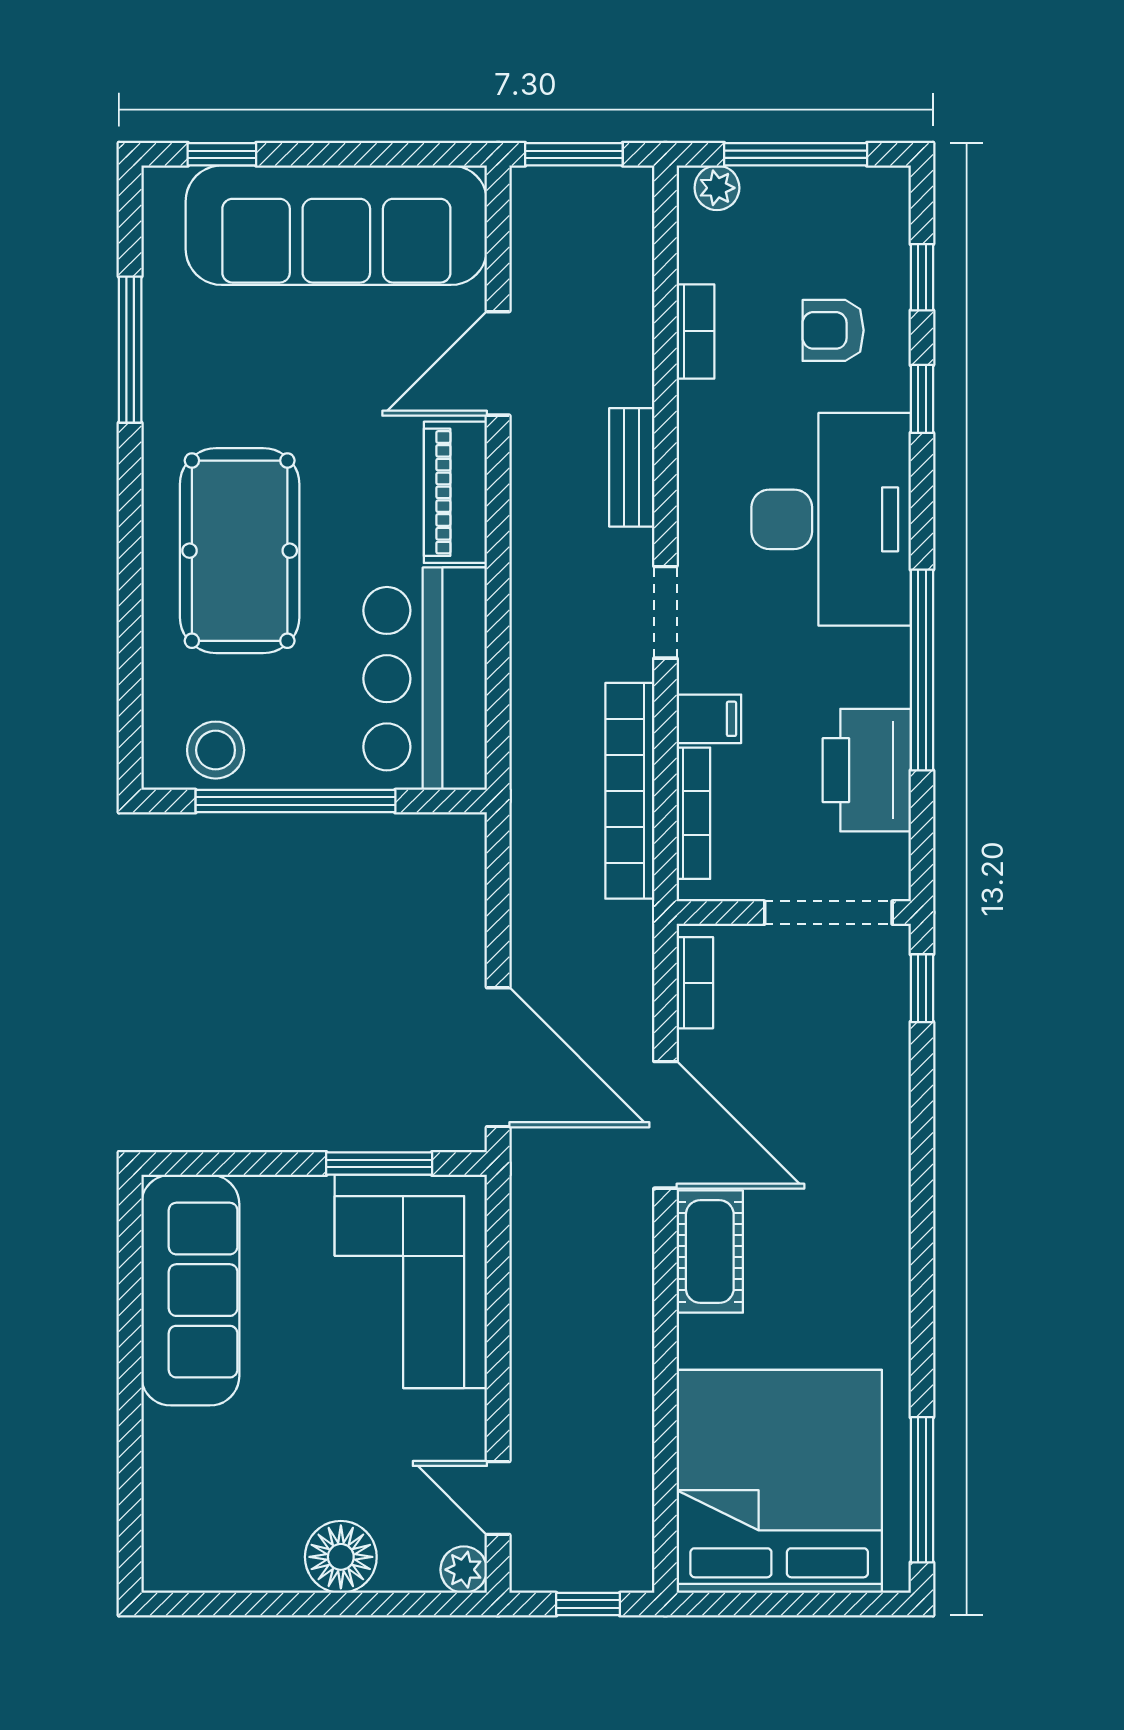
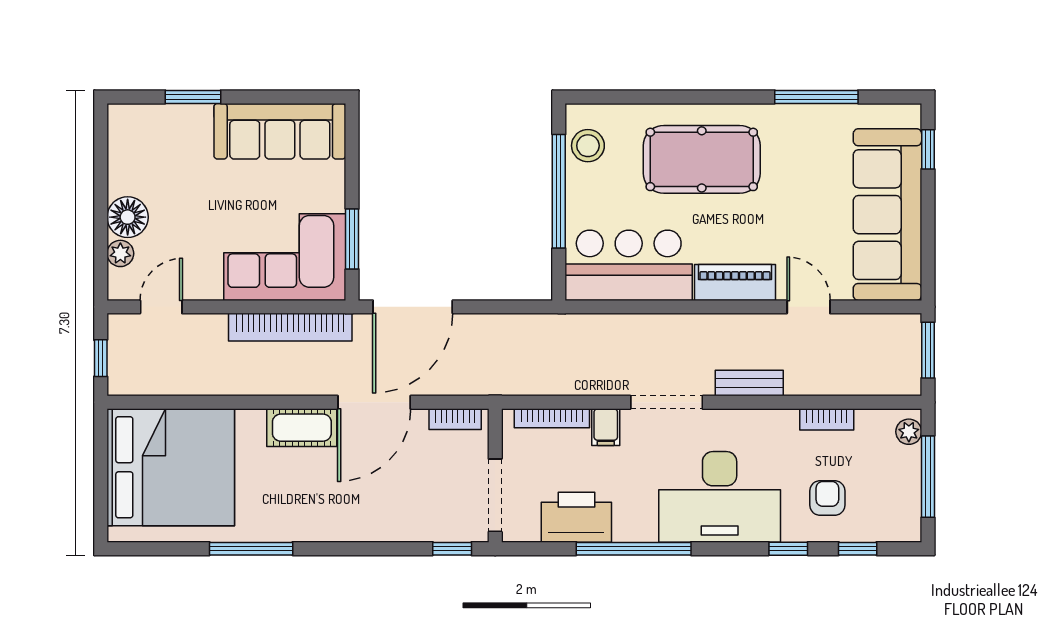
door: (498, 363) -> (809, 307), width x0.73
doorway: (665, 612) -> (667, 402), width x1.38
bookcase: (630, 791) -> (290, 327), moved, turned 180
window: (130, 1442) -> (193, 97), added
window: (922, 1490) -> (251, 549), moved
plant: (464, 1570) -> (120, 253), moved

